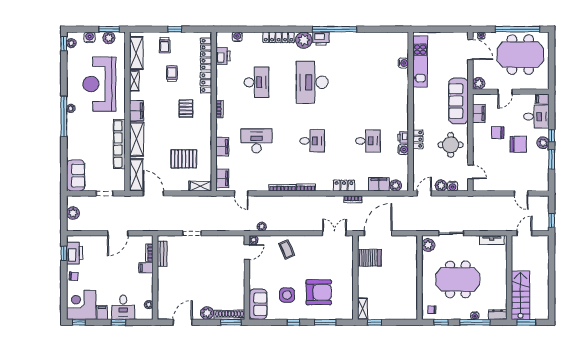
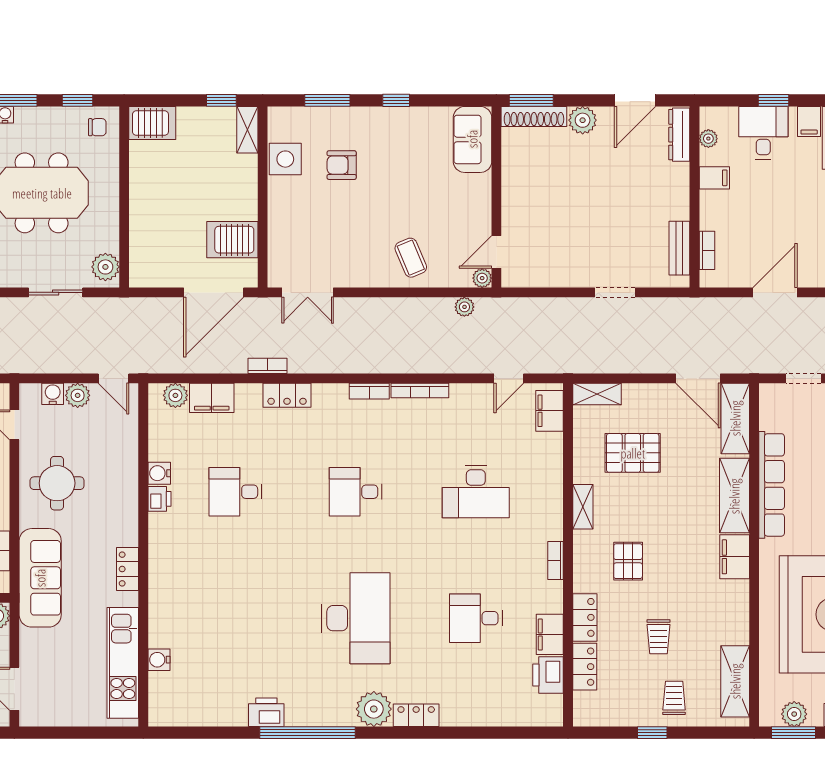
water cooler: (237, 37) -> (517, 716), removed
locker: (279, 37) -> (416, 715), width x0.66
printer: (321, 39) -> (266, 712), moved
locker: (206, 54) -> (585, 667), width x0.66
shelving: (134, 81) -> (583, 507), moved
desk: (256, 82) -> (476, 618), width x0.73
locker: (418, 139) -> (128, 569), moved
filing cabinet: (222, 147) -> (550, 634), moved
door: (241, 193) -> (509, 378), swing flipped
door: (424, 193) -> (114, 378), hinge flipped
filing cabinet: (146, 268) -> (714, 178), moved
armchair: (319, 292) -> (342, 165), width x0.53, depth x0.53
side table: (287, 295) -> (285, 159), moved
dresser: (162, 306) -> (679, 135), added
server rack: (406, 312) -> (152, 123), added

